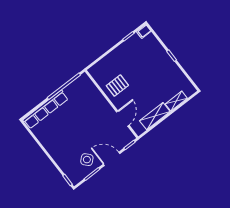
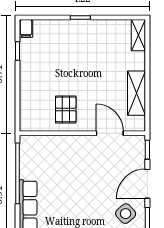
shelving: (176, 101) -> (138, 35), moved

